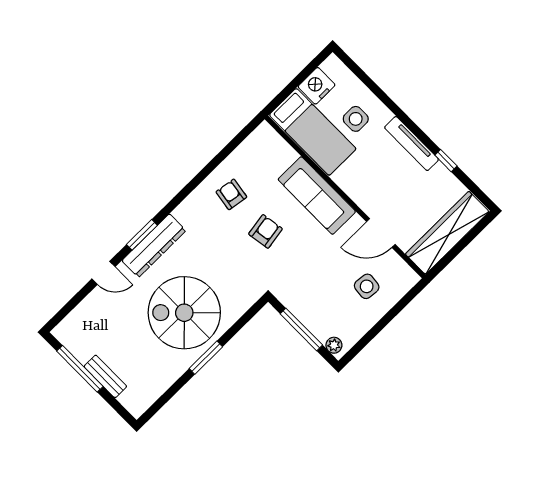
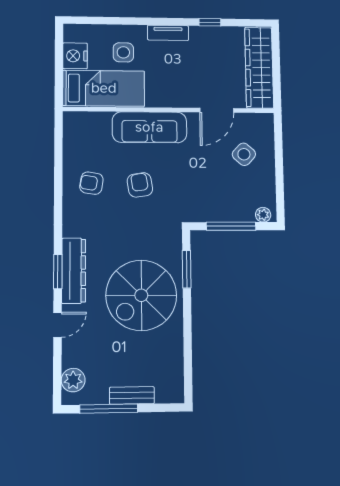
tv unit: (412, 144) -> (168, 33), width x0.71
side table: (367, 286) -> (244, 154), turned 36
plant: (75, 323) -> (73, 380), added
window: (206, 358) -> (187, 269), moved

